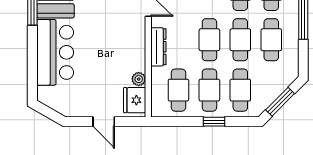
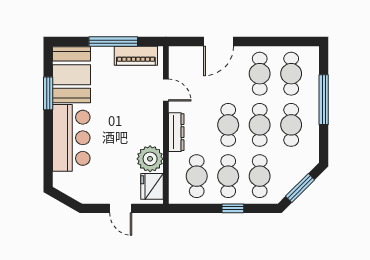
plant: (139, 79) -> (150, 159), width x1.87, depth x1.87

